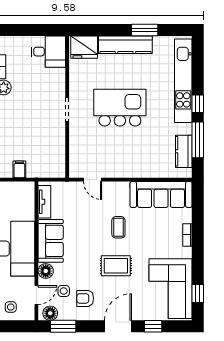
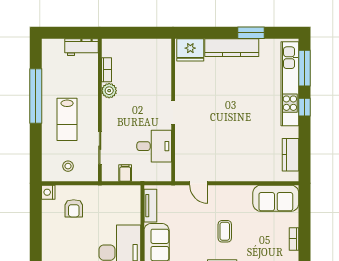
desk: (48, 52) -> (154, 146), moved
kitchen island: (120, 108) -> (226, 111), removed
window: (198, 140) -> (304, 68), moved
sofa: (161, 194) -> (276, 198), width x0.73

